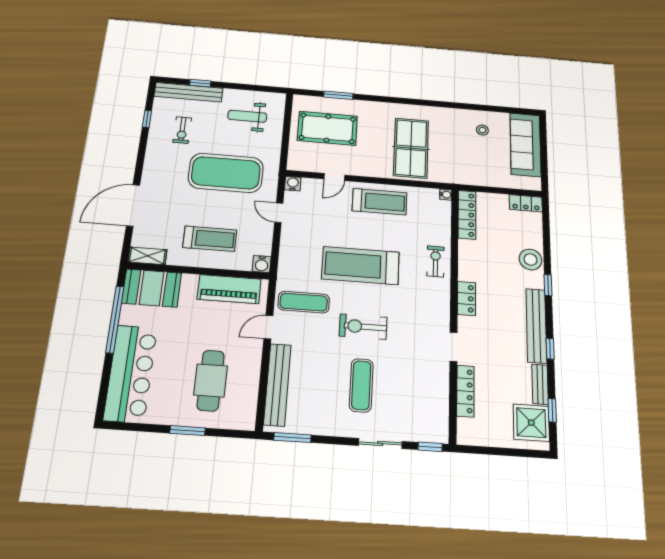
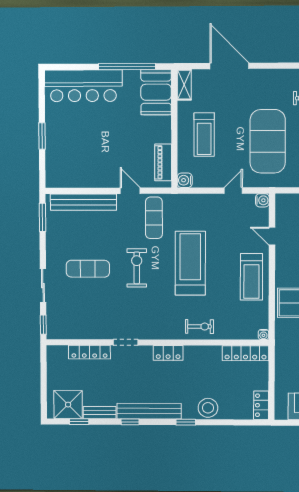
piano: (229, 289) -> (163, 162), width x0.73, depth x0.75
cafe table: (211, 380) -> (83, 149), removed

